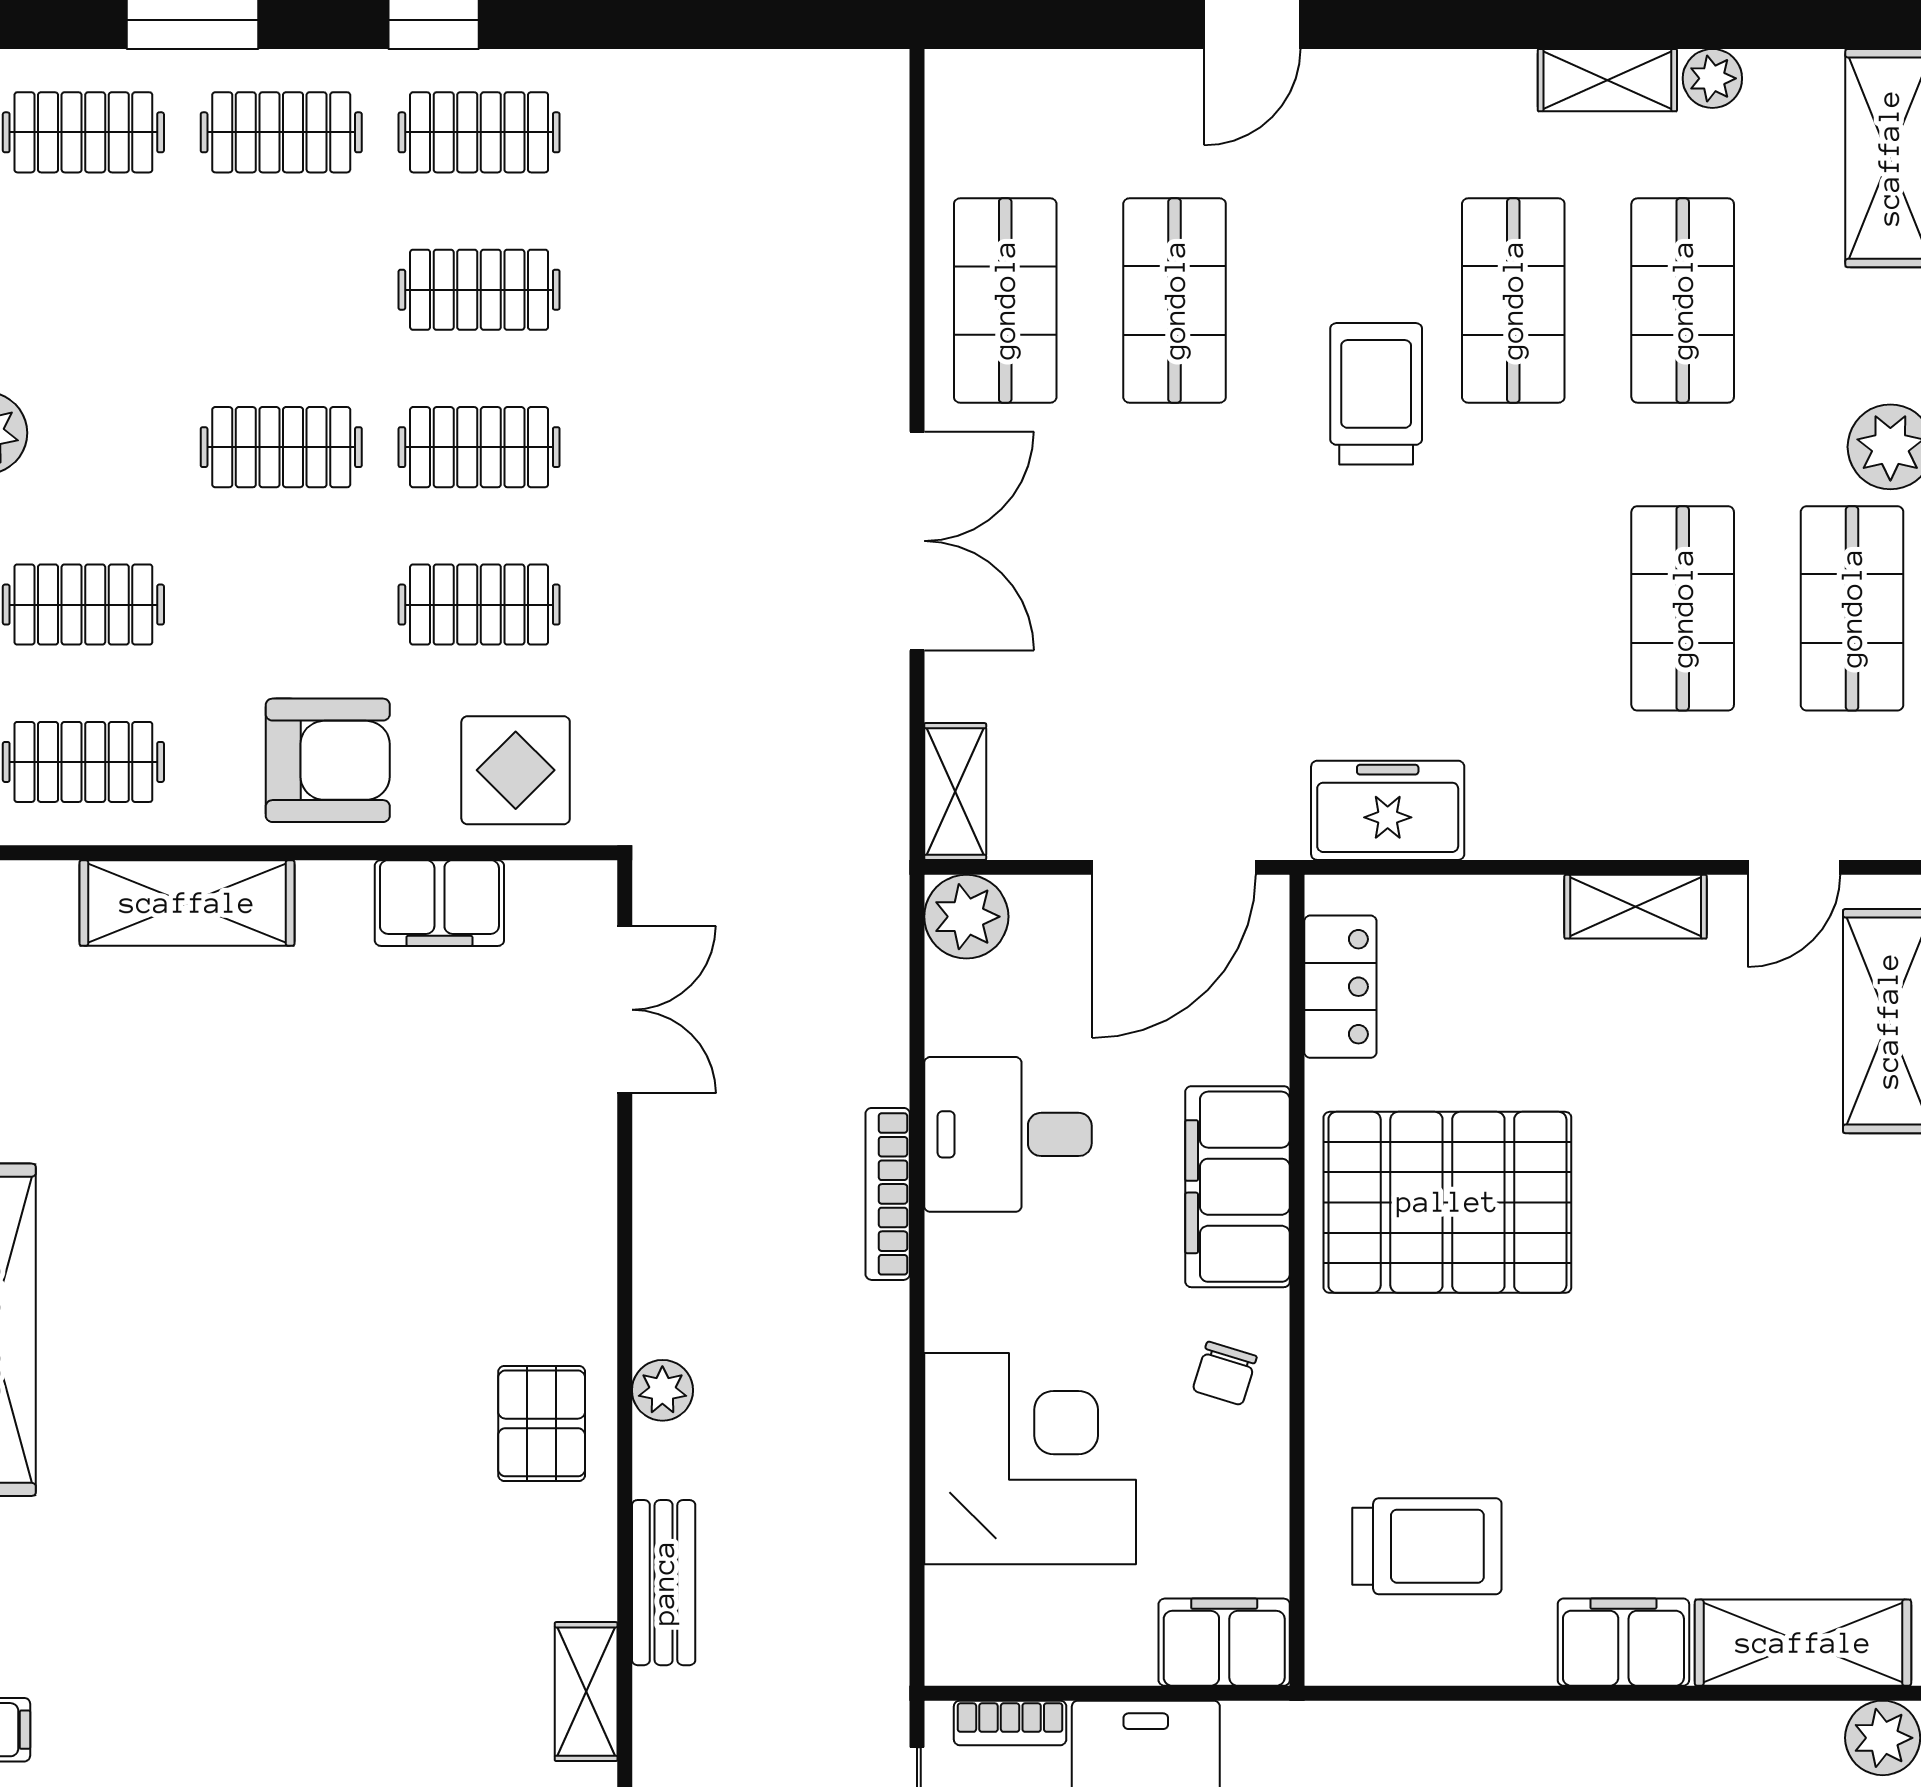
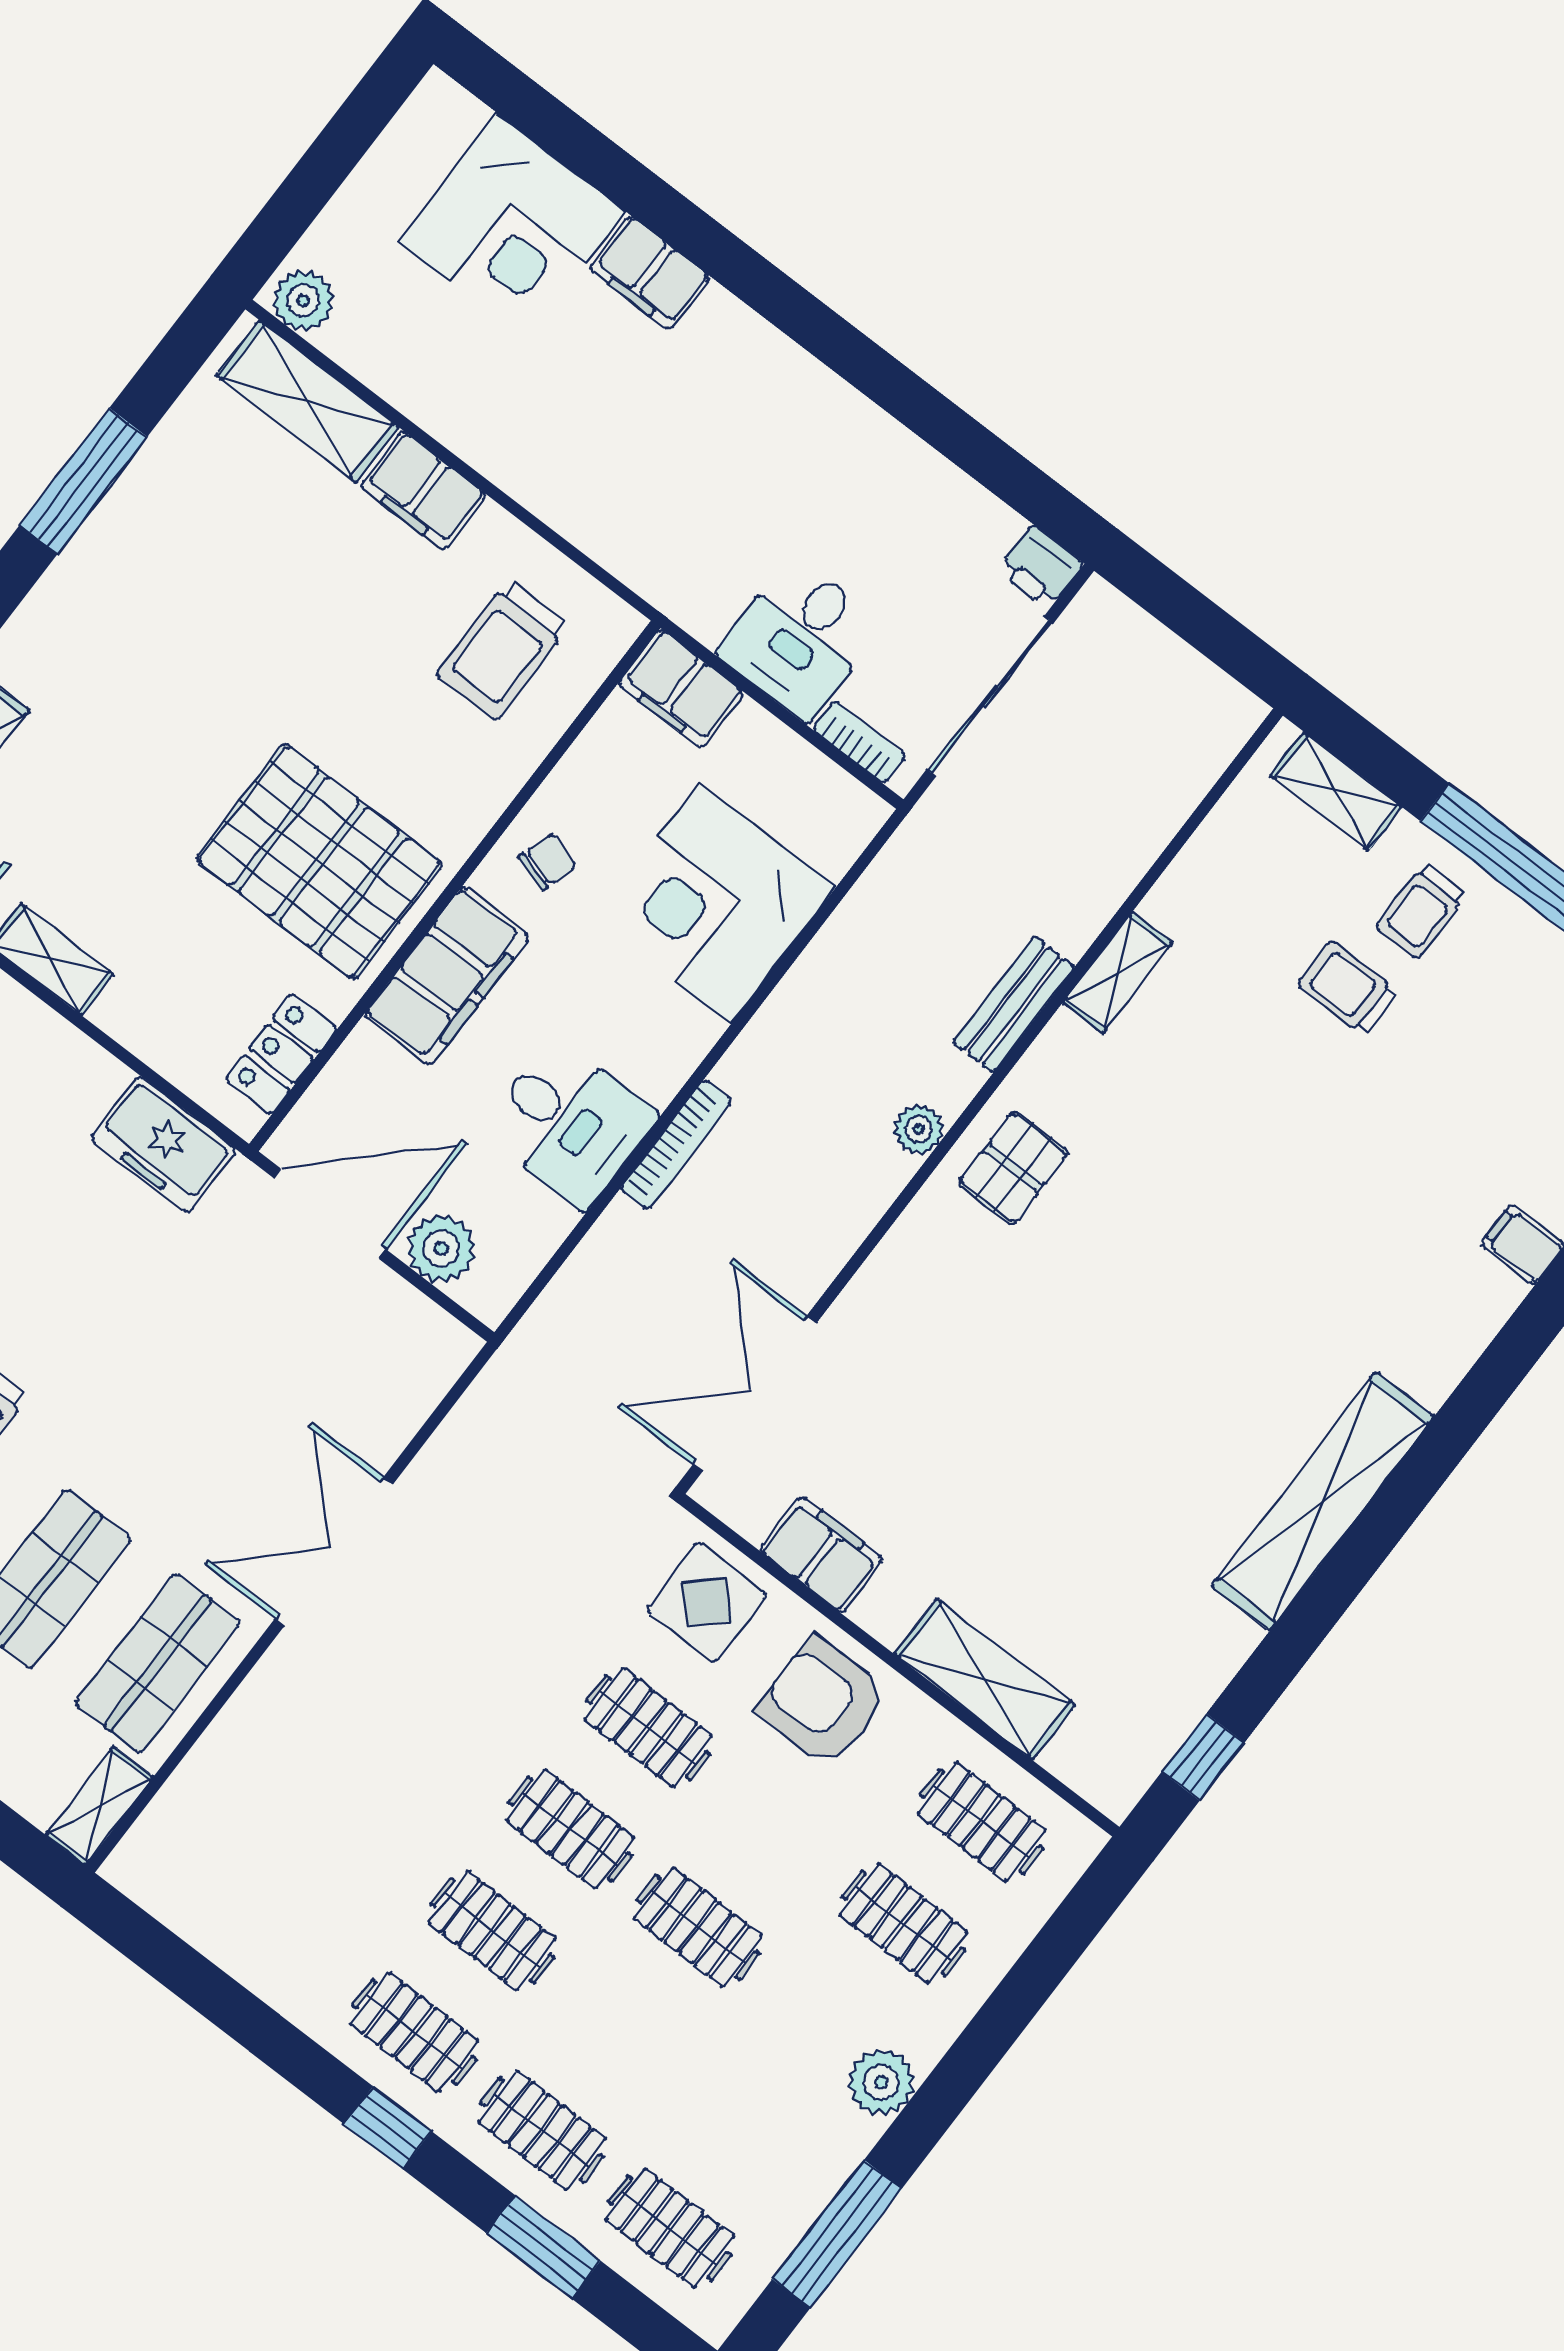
shelving: (955, 791) -> (99, 1806), moved
plant: (966, 917) -> (441, 1249), moved
double door: (625, 1010) -> (755, 1394), width x1.37
trolley: (1427, 1546) -> (503, 650), turned -90

